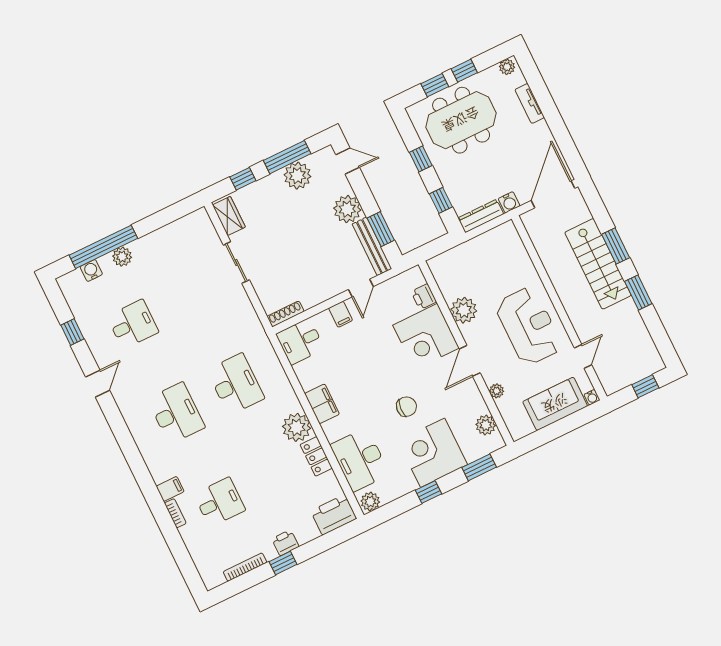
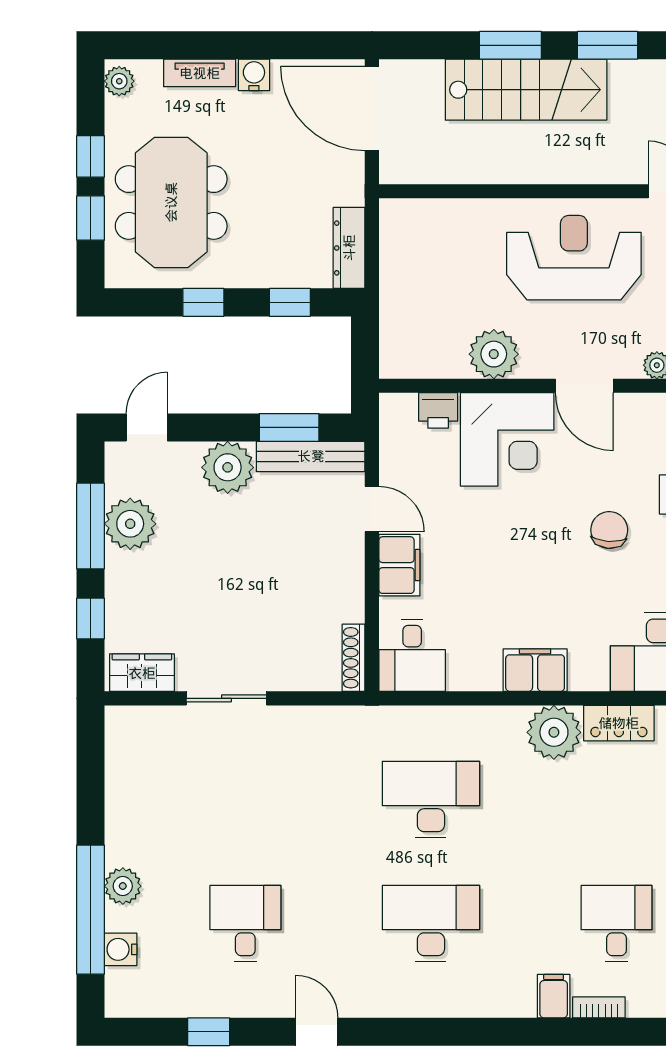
water cooler: (509, 202) -> (254, 75), moved, turned -90
filing cabinet: (341, 314) -> (399, 565), width x2.00

